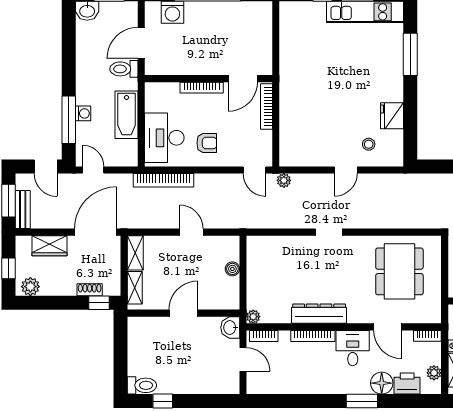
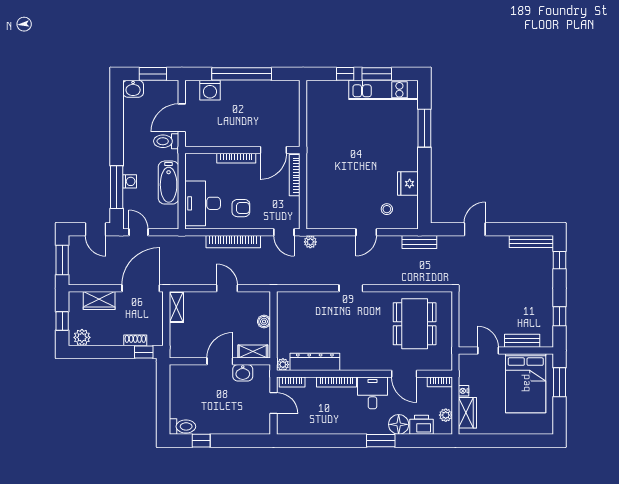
bookcase: (164, 180) -> (233, 242), moved
bench: (23, 209) -> (419, 242), moved, turned 90
shelving: (135, 288) -> (253, 352), moved, turned 90
dresser: (319, 314) -> (315, 362), moved
washbasin: (230, 328) -> (243, 373), moved, turned -90

